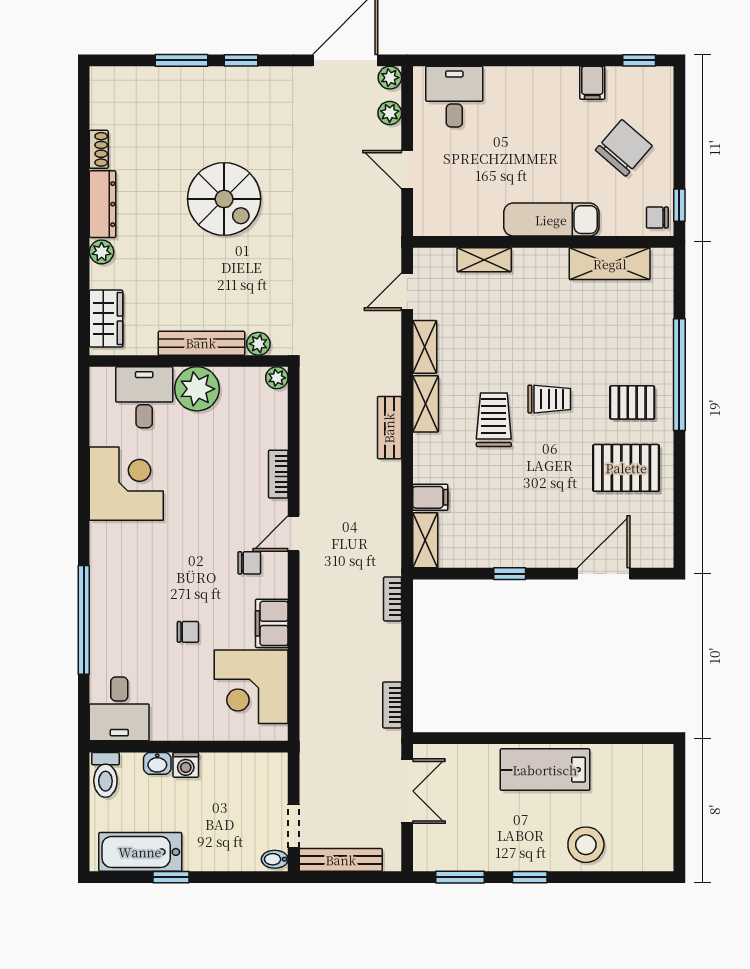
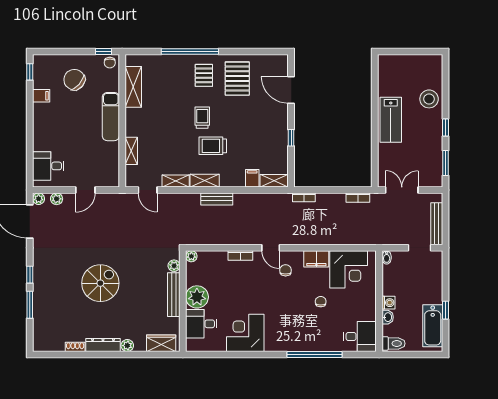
bidet: (275, 859) -> (387, 257), moved

